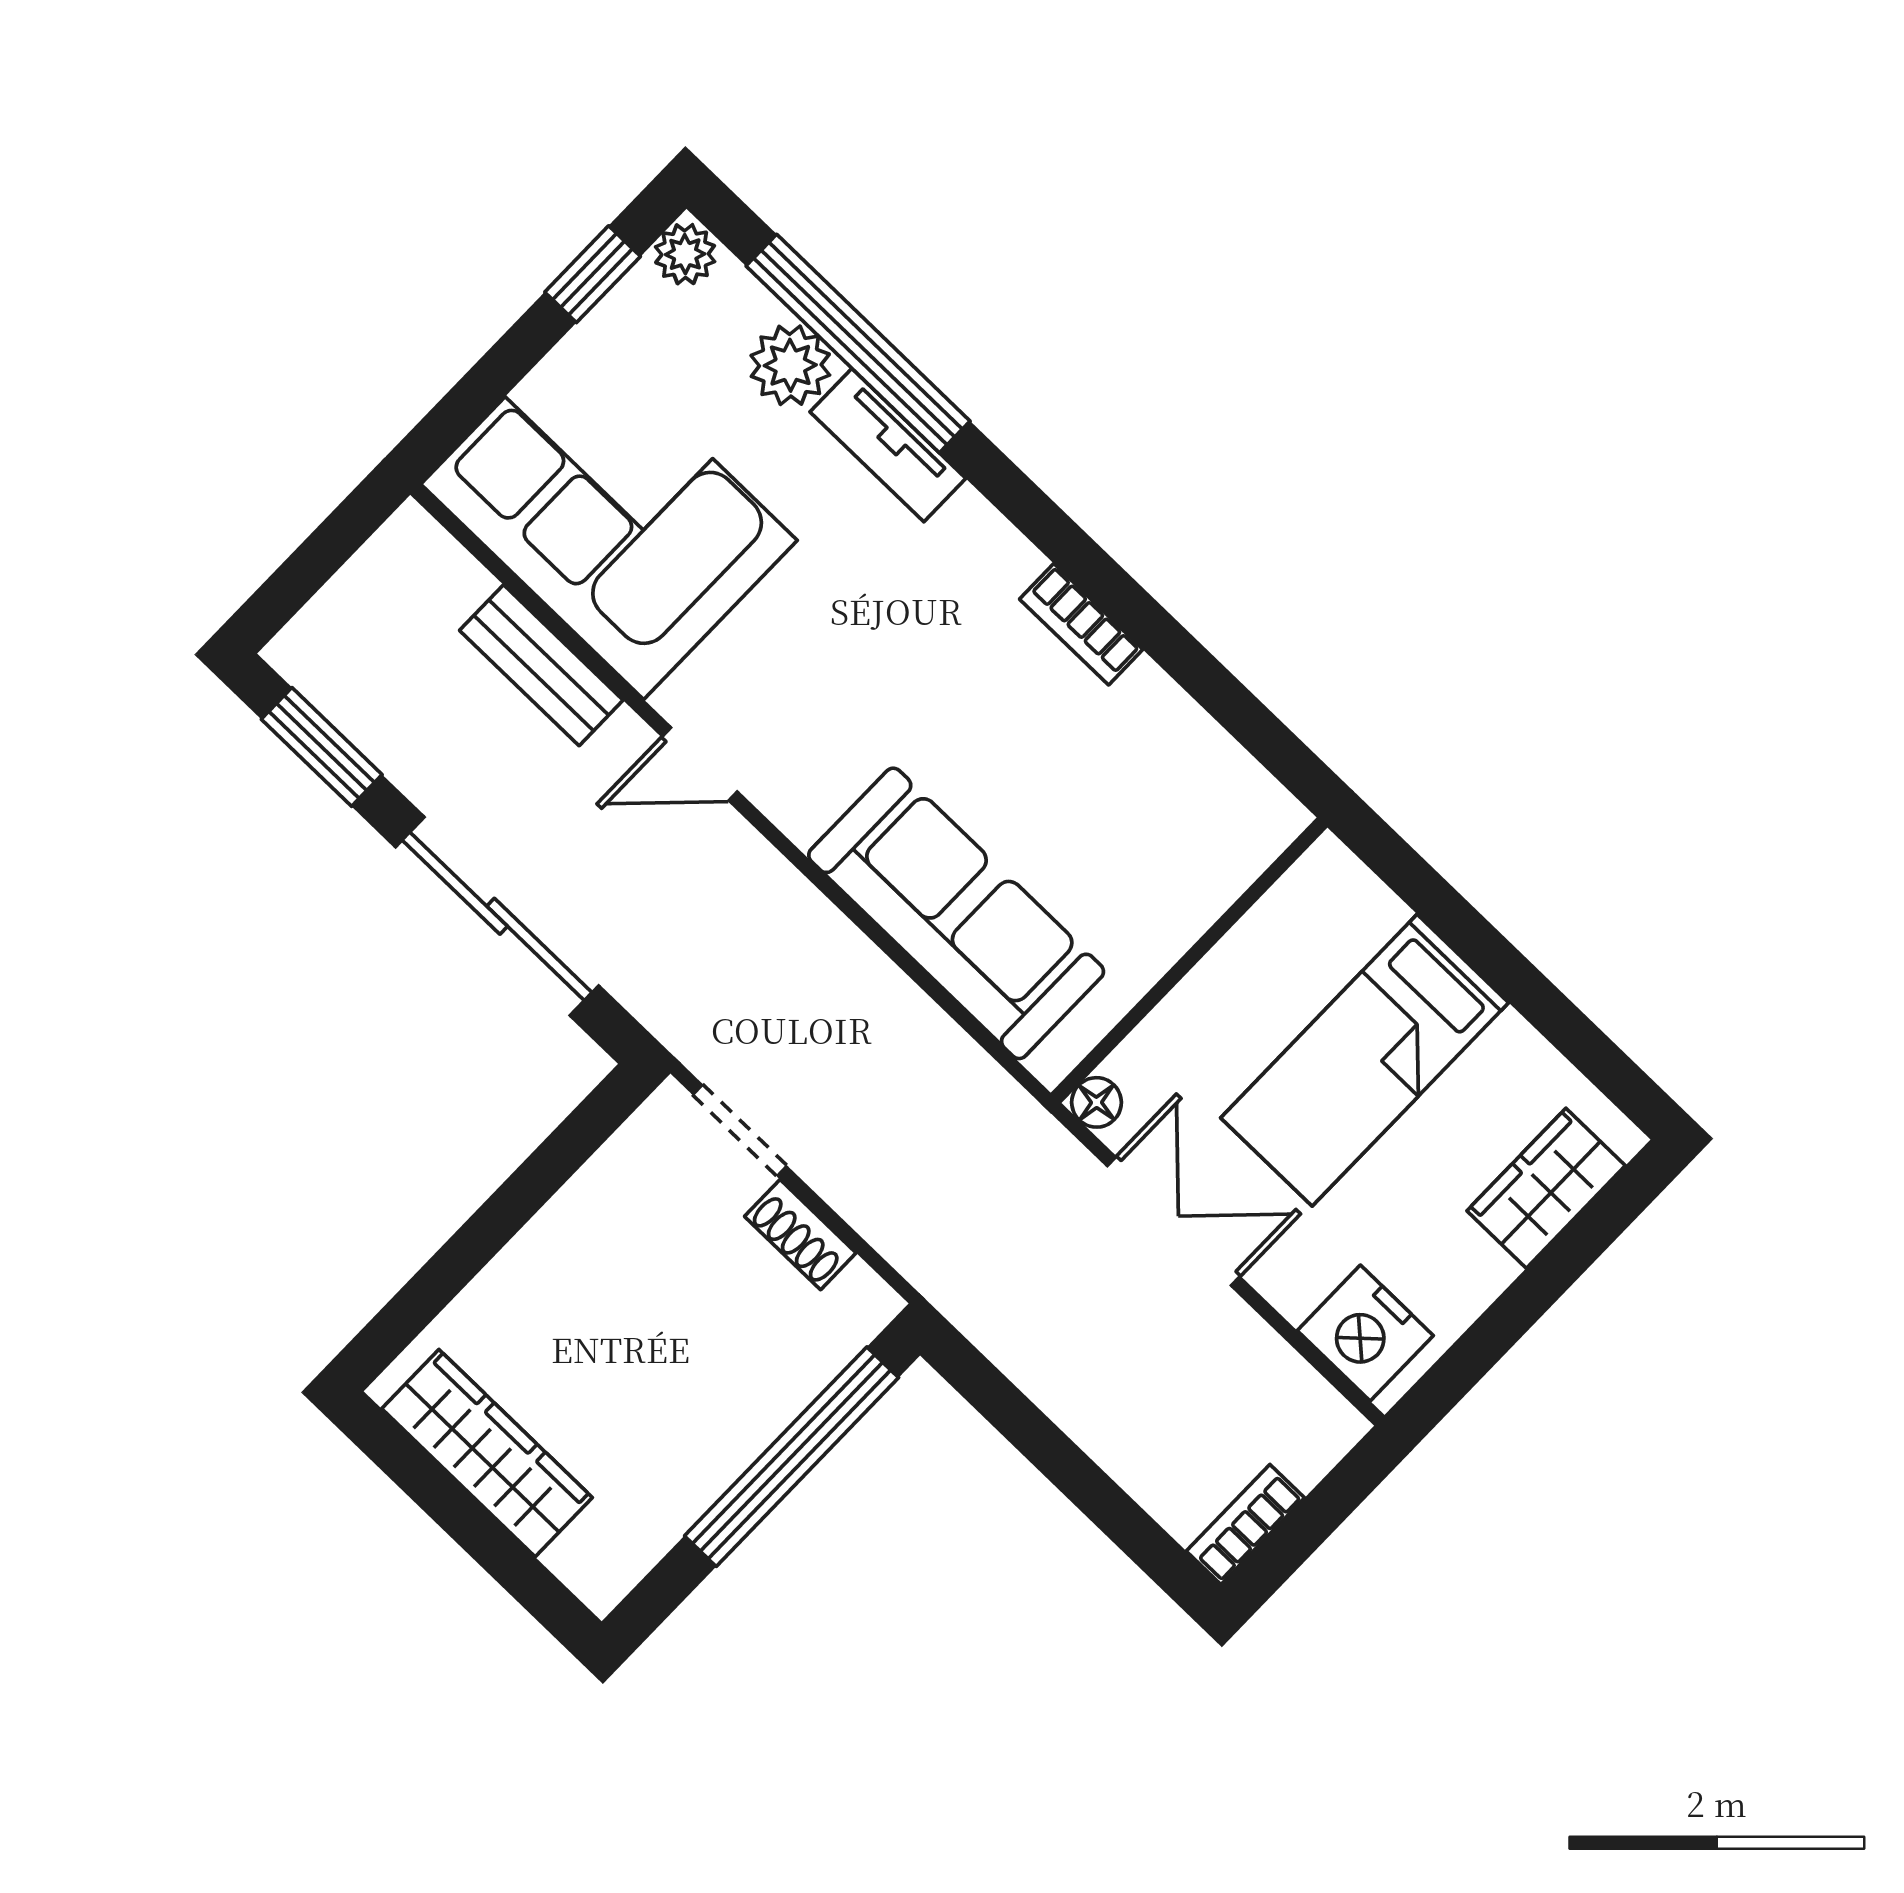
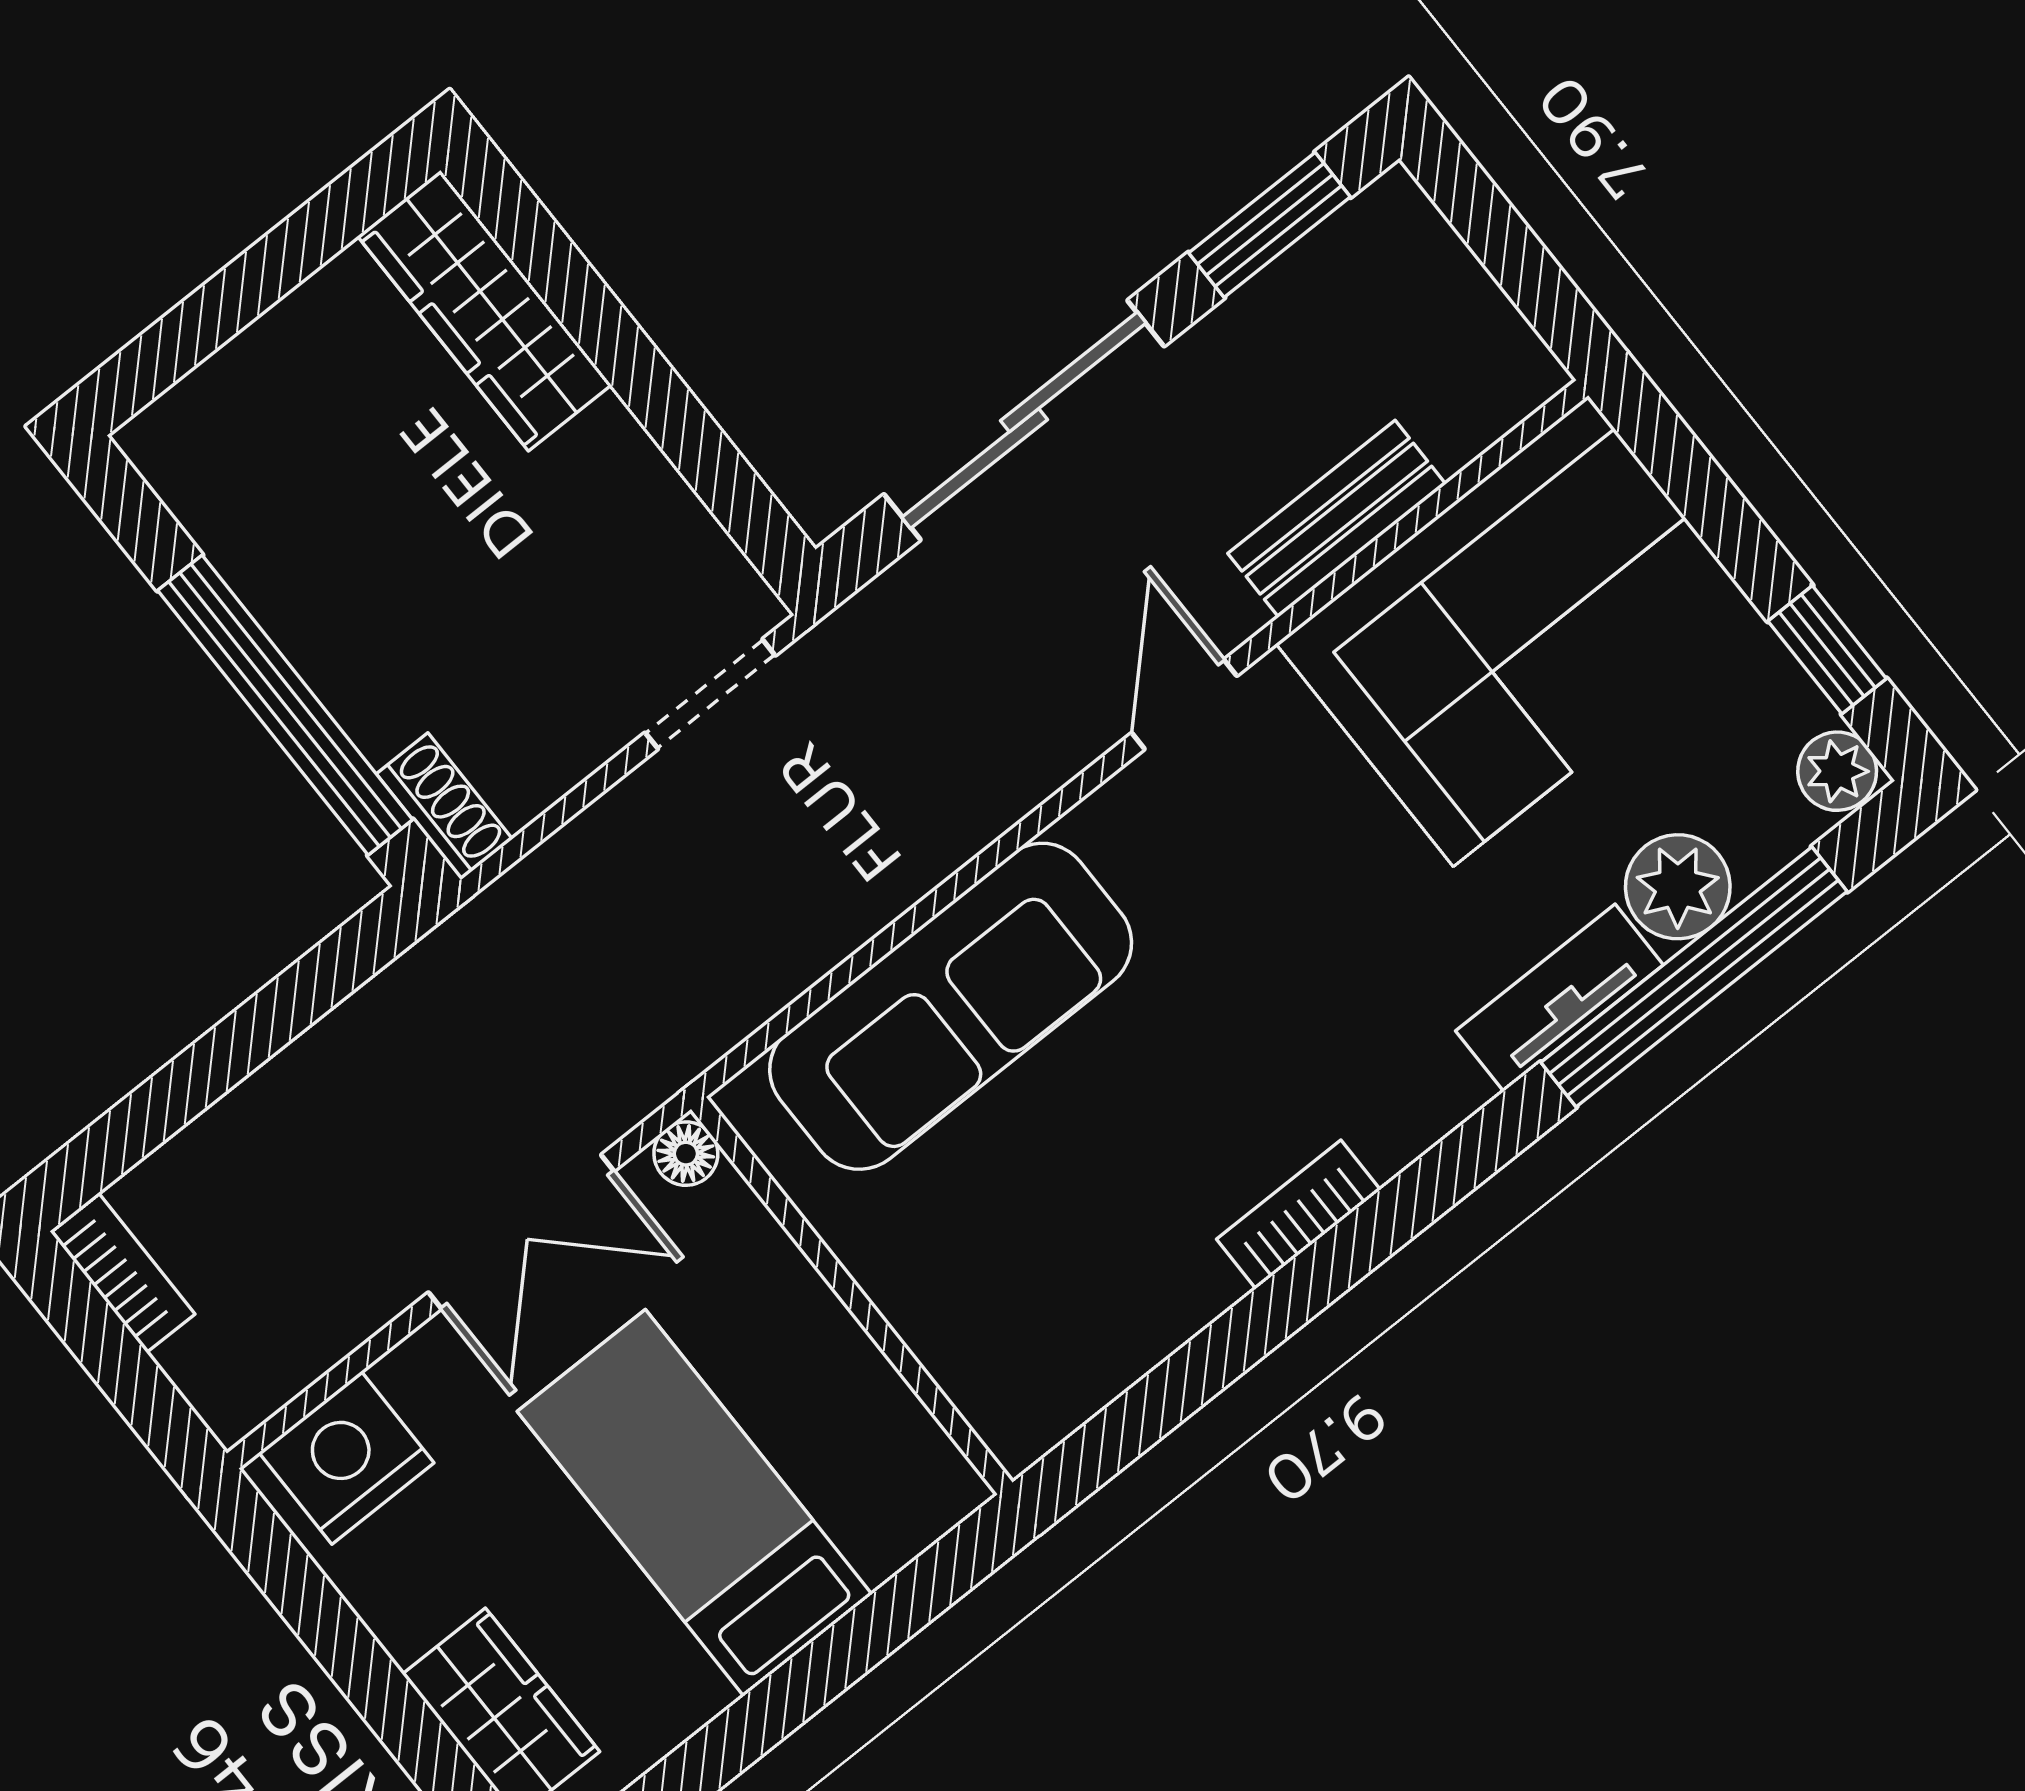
shoe rack: (800, 1235) -> (444, 806), moved, turned 90
wardrobe: (487, 1453) -> (484, 311), moved, turned 90

